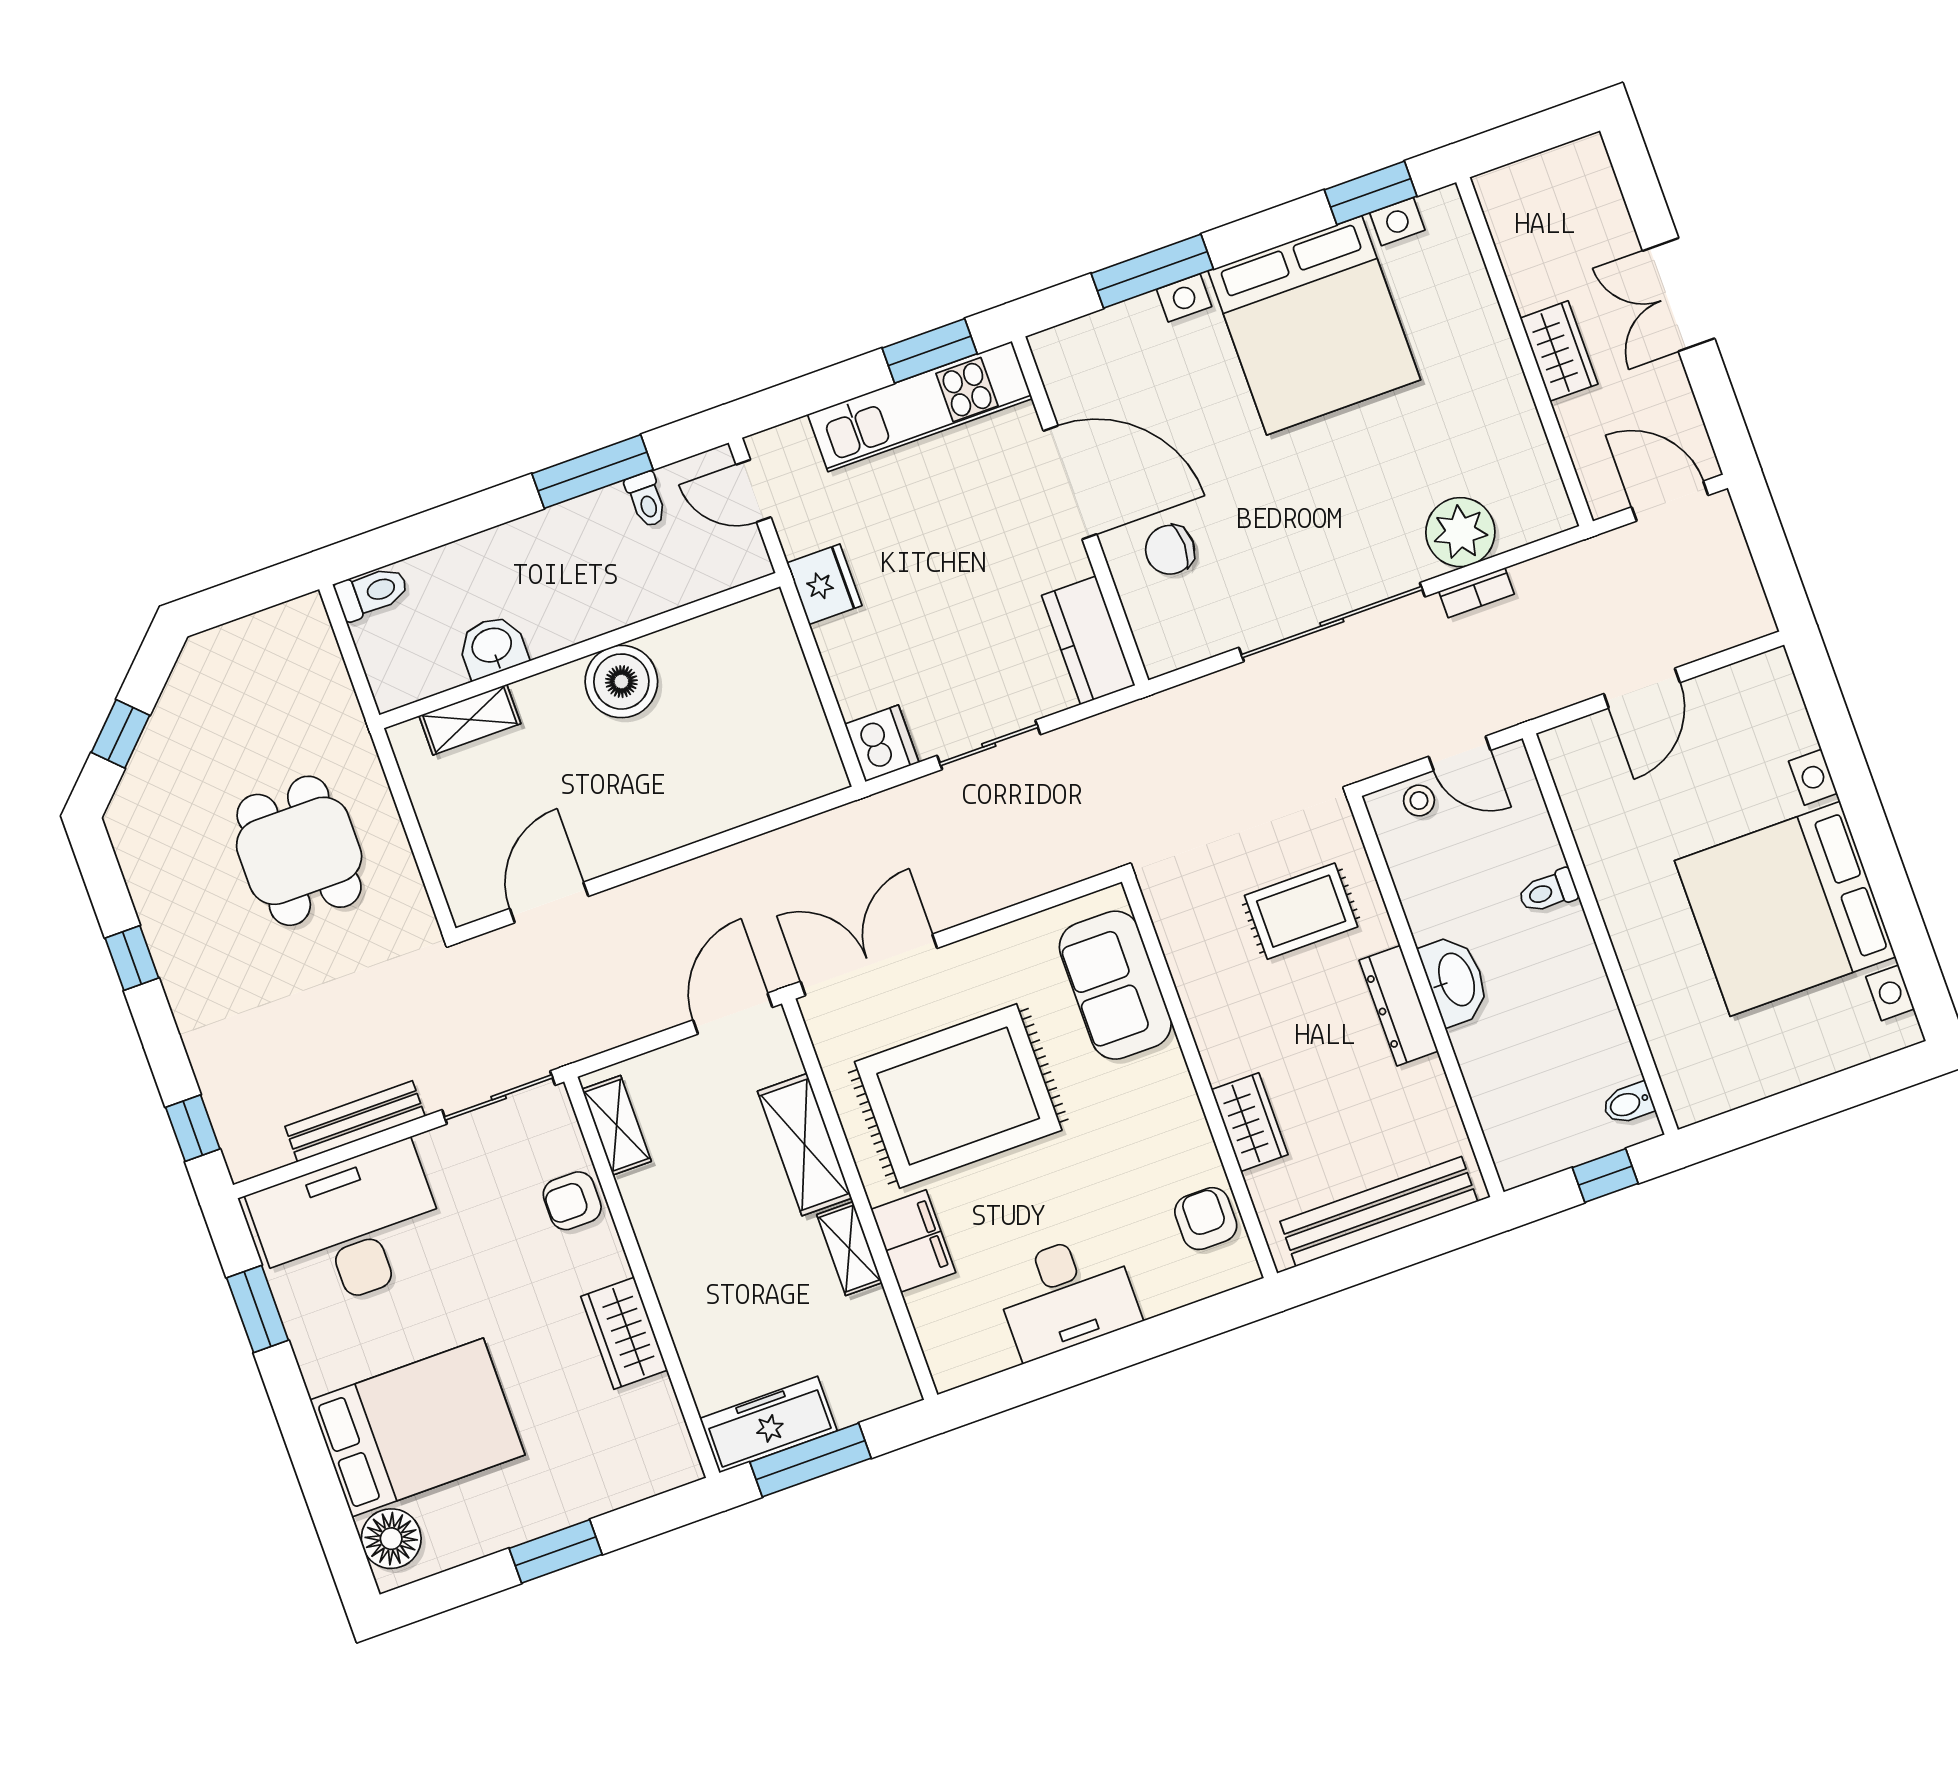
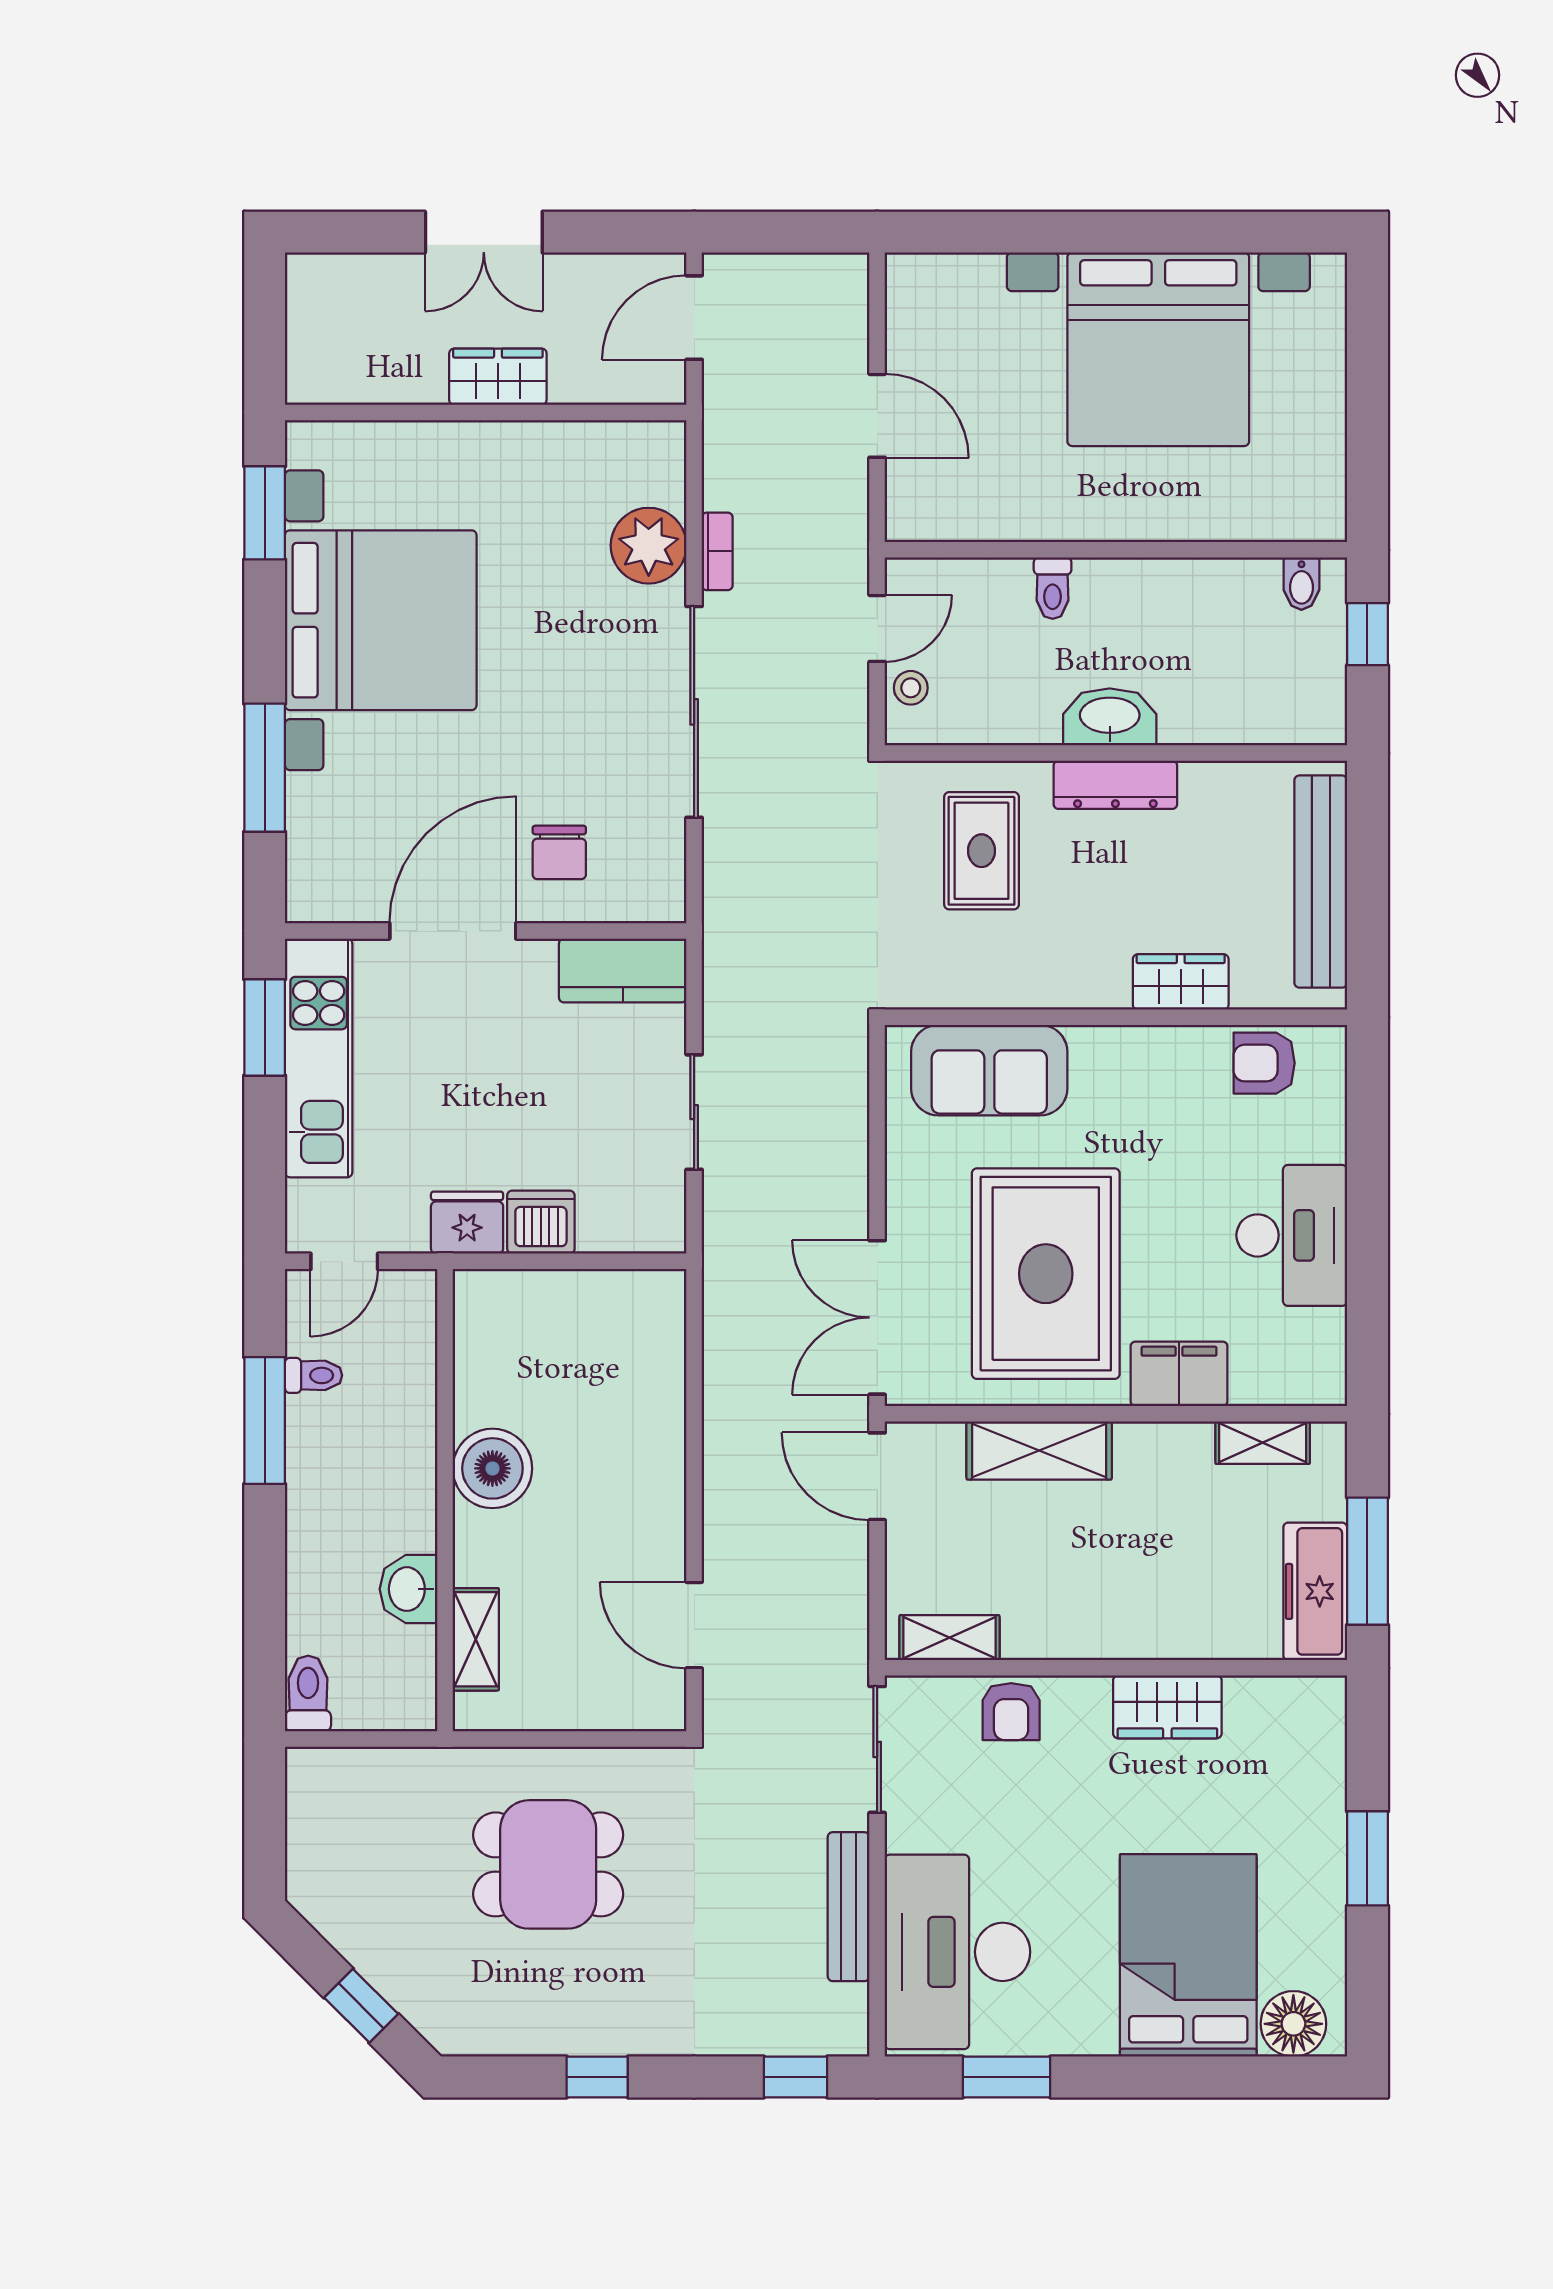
dishwasher: (882, 743) -> (541, 1222), moved
shelving: (849, 1249) -> (1263, 1443), moved

